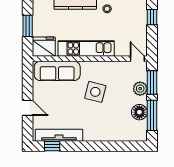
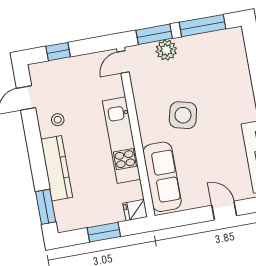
fridge: (44, 47) -> (135, 210), width x0.53, depth x0.75
door: (28, 108) -> (224, 211), hinge flipped
floor lamp: (139, 112) -> (201, 45), removed

